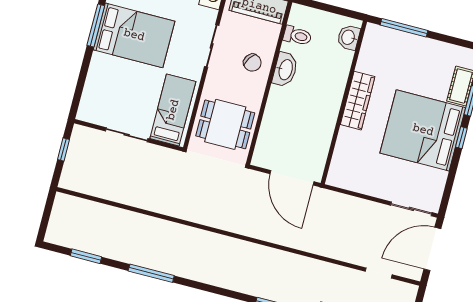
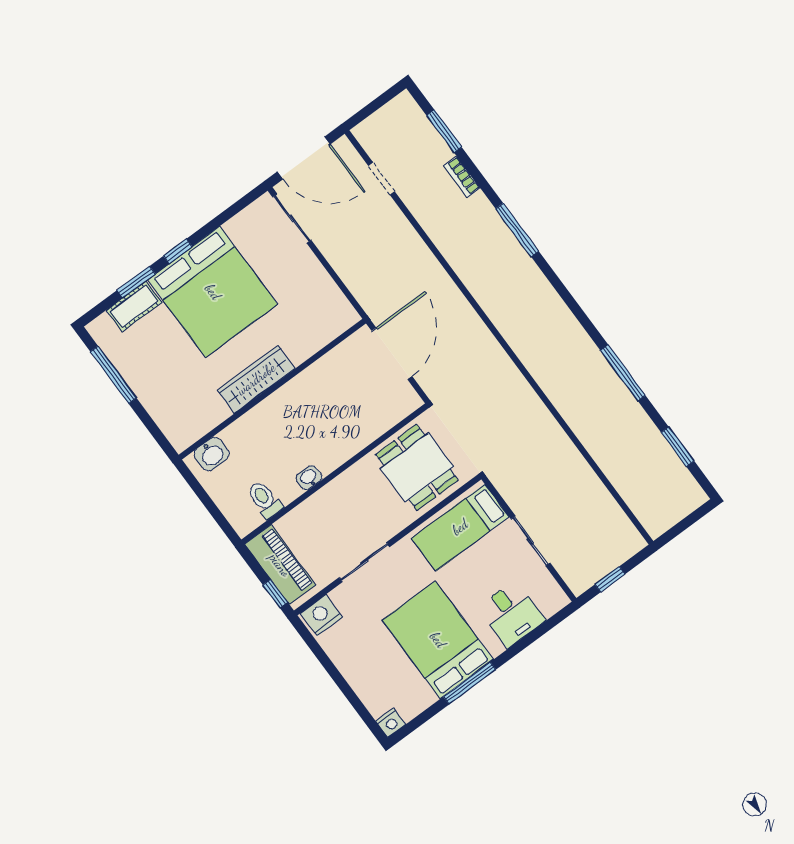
window: (404, 28) -> (113, 375), moved
chair: (252, 63) -> (335, 510), removed
washbasin: (285, 70) -> (309, 478), width x0.52, depth x0.69
desk: (104, 84) -> (511, 614), added

